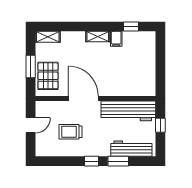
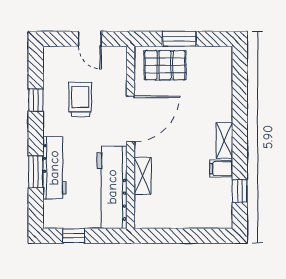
shelving: (48, 37) -> (143, 176), moved
window: (160, 125) -> (74, 236), moved
workbench: (131, 149) -> (54, 168), moved
window: (91, 161) -> (36, 100), moved

